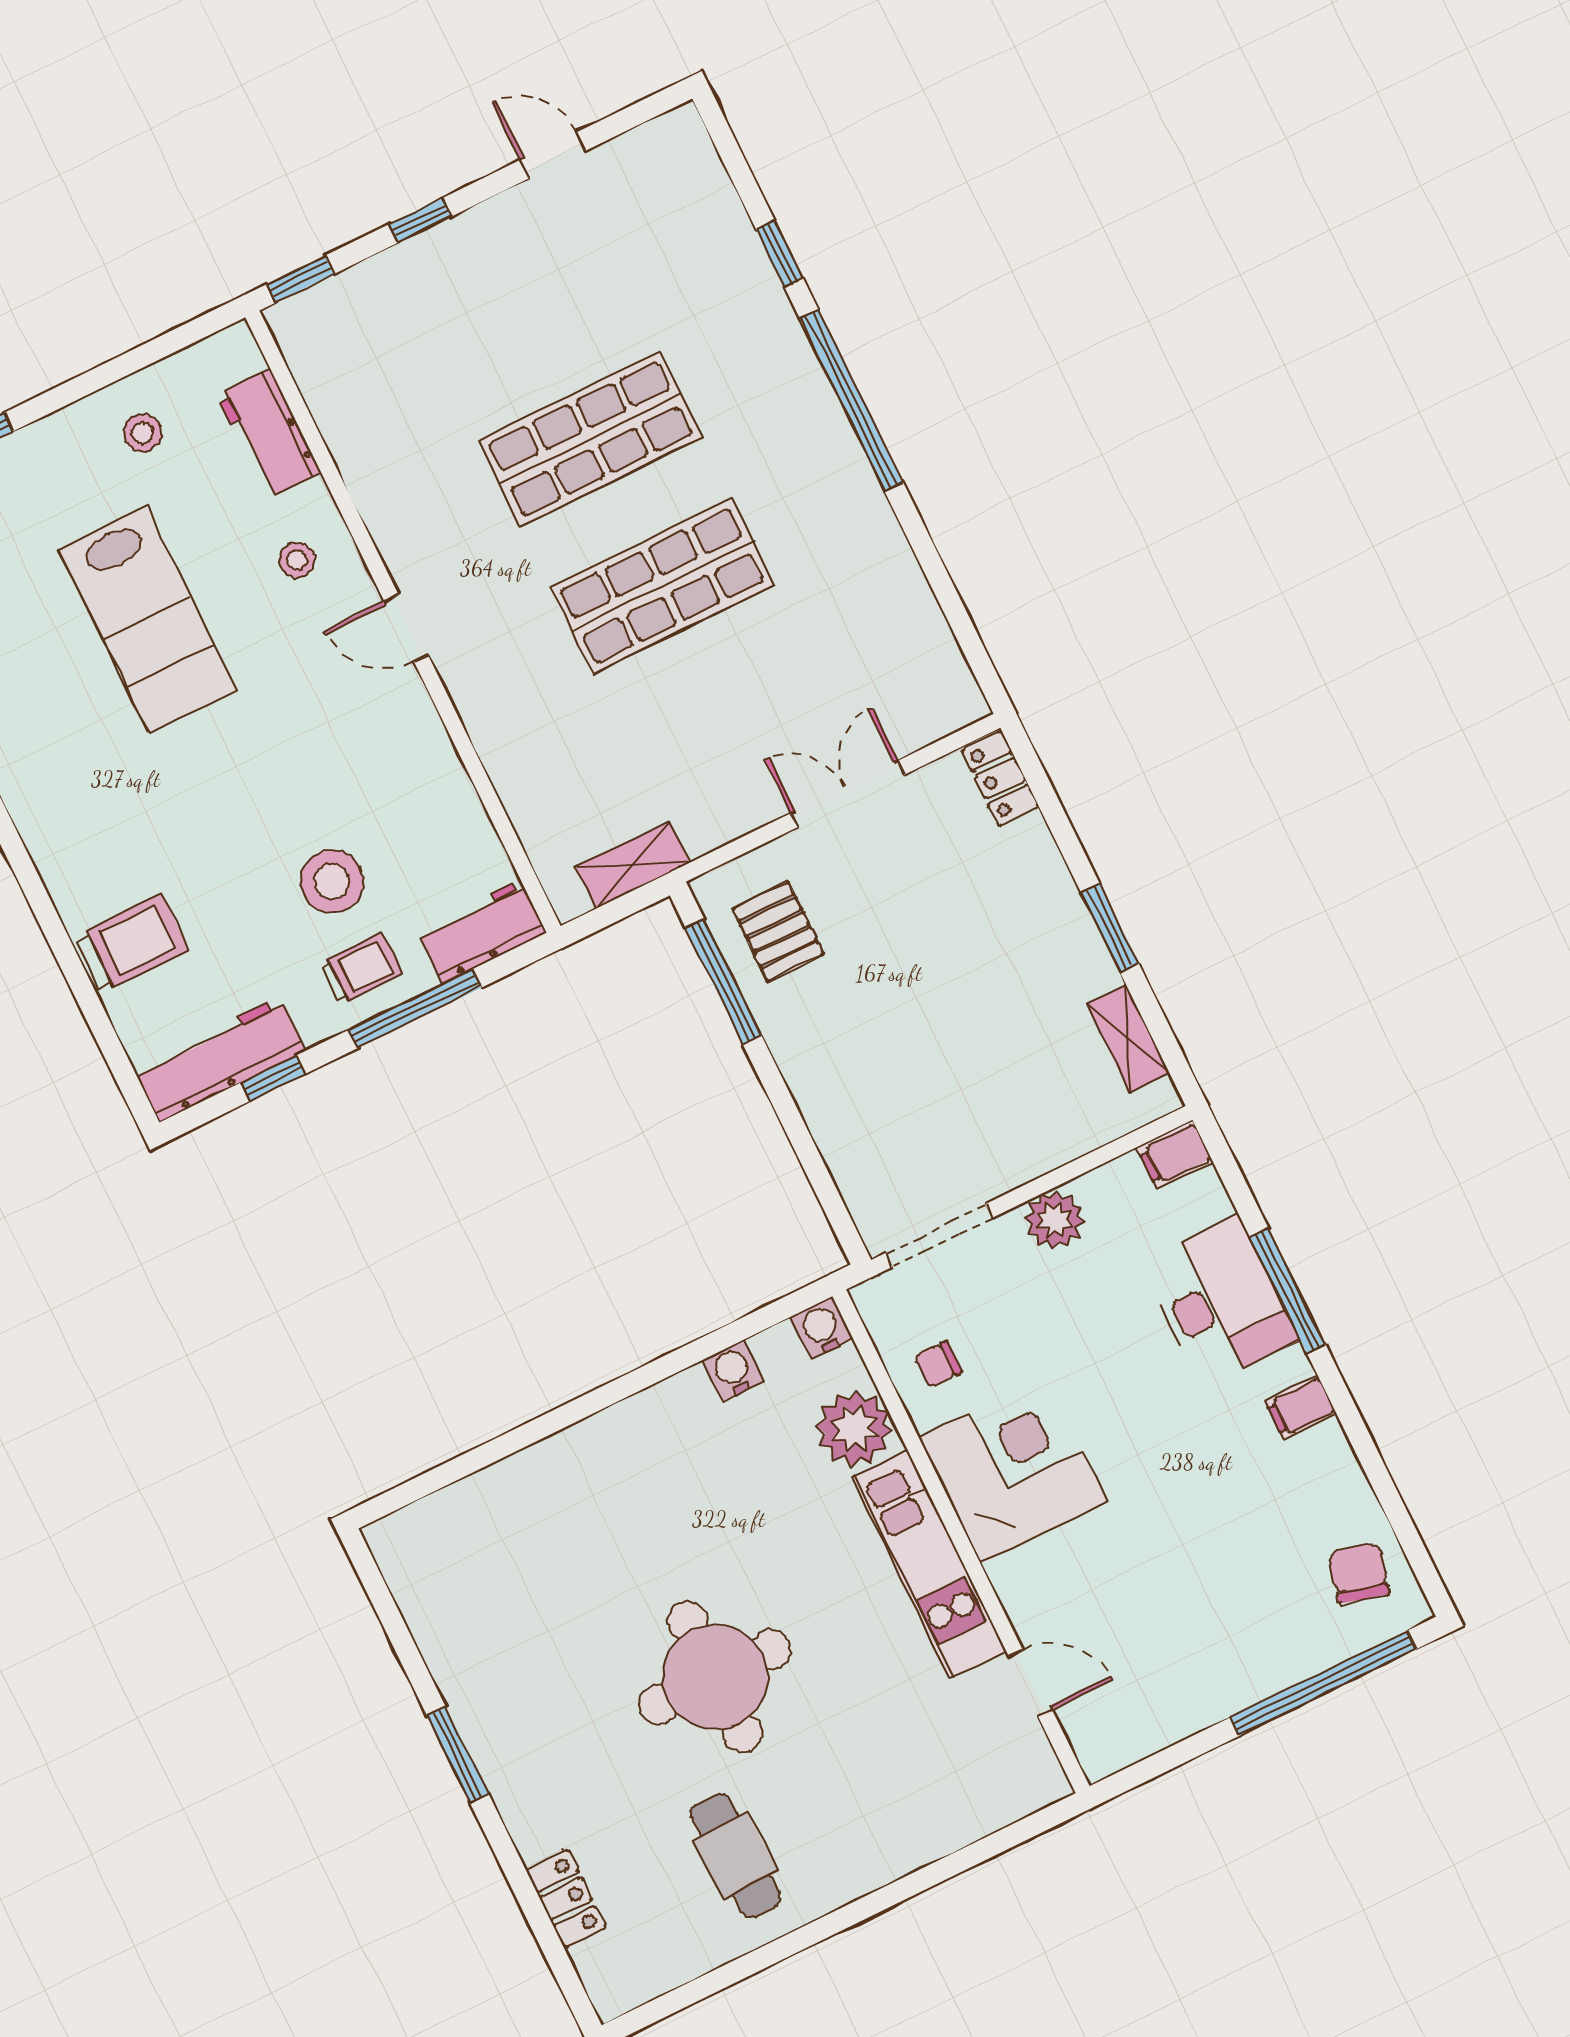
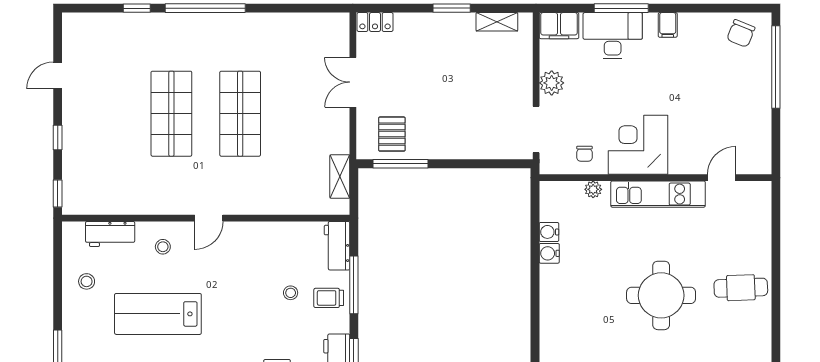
lab bench: (148, 620) -> (158, 314), turned 180
stool: (332, 881) -> (291, 293), width x0.53, depth x0.53
pallet: (778, 932) -> (392, 134), turned 90
trolley: (361, 968) -> (329, 298), turned -90
filing cabinet: (1175, 1155) -> (559, 26), width x2.00
water cooler: (821, 1328) -> (549, 253), moved
plant: (854, 1428) -> (593, 189), width x0.53, depth x0.53
chair: (1359, 1573) -> (741, 33), turned -83
cafe table: (735, 1856) -> (741, 288), moved

